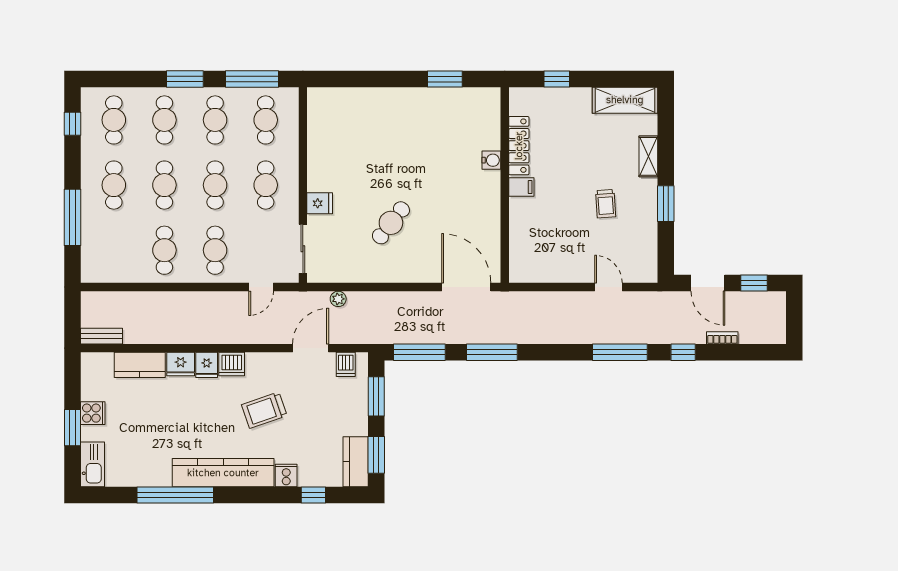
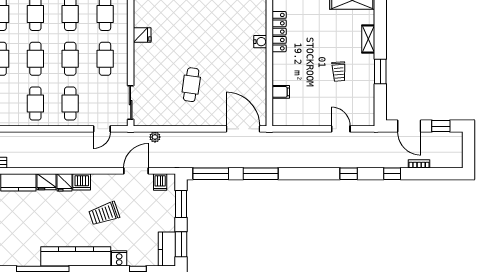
filing cabinet: (521, 187) -> (281, 92), moved
fridge: (320, 203) -> (142, 35), moved
cafe table: (391, 223) -> (191, 85), turned -30
window: (620, 352) -> (349, 174), width x0.46

